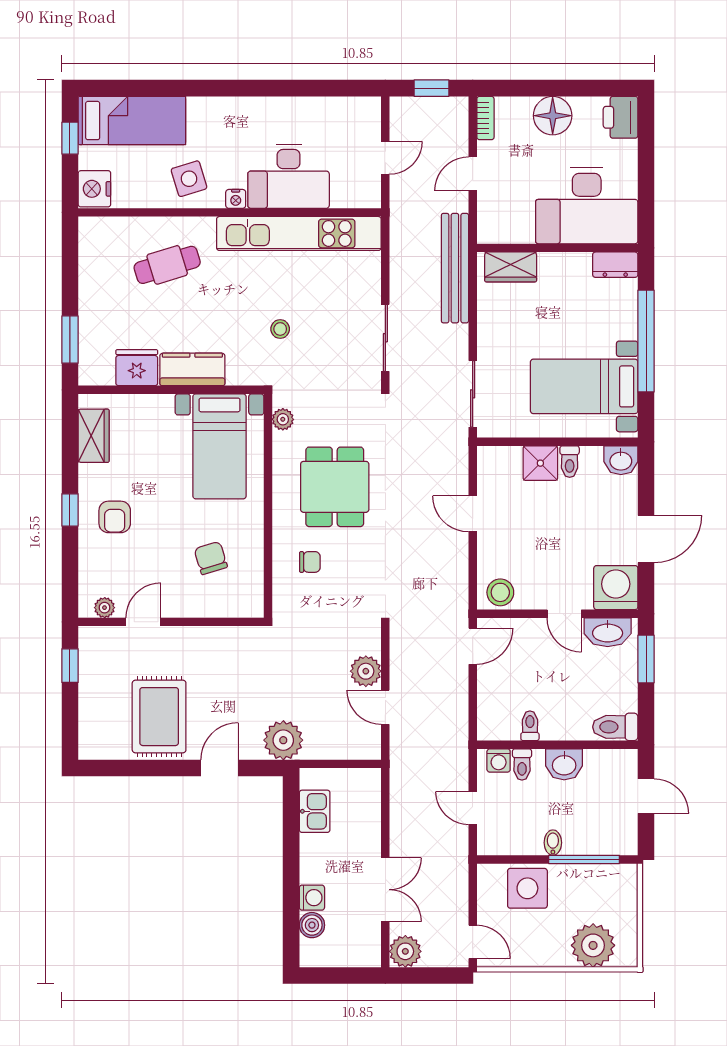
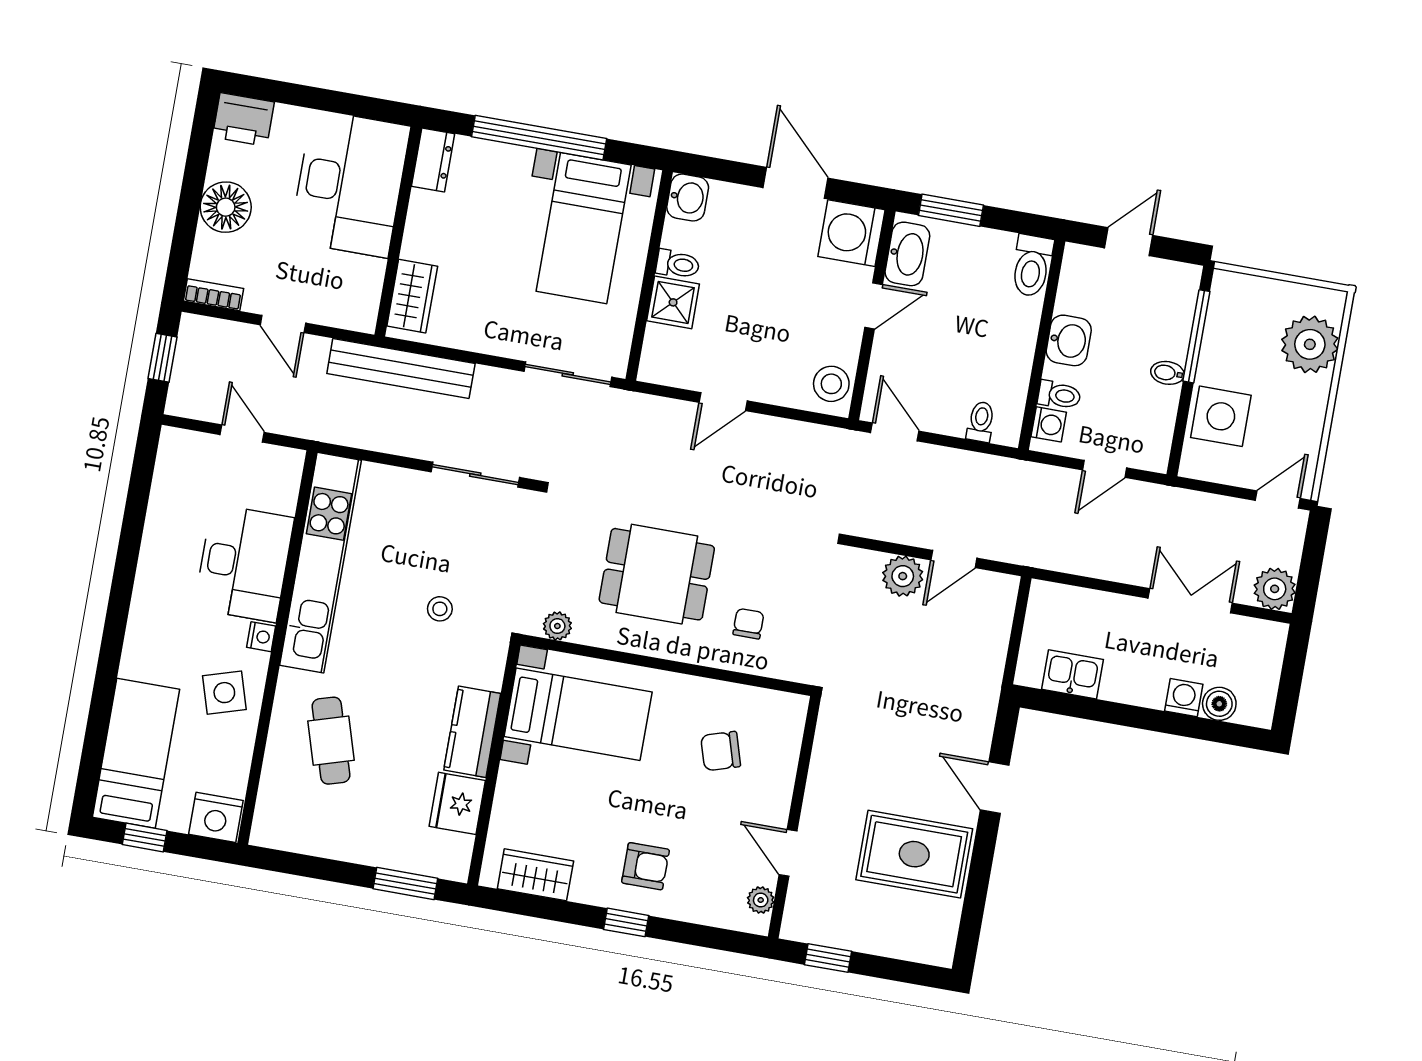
toilet: (530, 726) -> (981, 422), moved, turned 90
plant: (283, 740) -> (973, 699), removed

